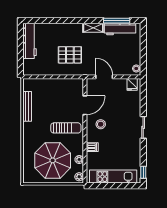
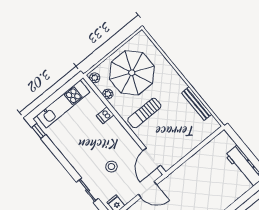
pallet: (70, 55) -> (196, 184), removed
door: (85, 105) -> (152, 158), moved
stool: (101, 124) -> (111, 167), moved
sliding door: (143, 127) -> (87, 190), moved

